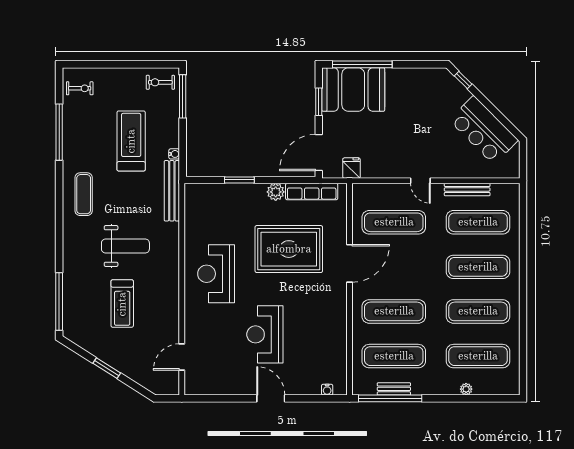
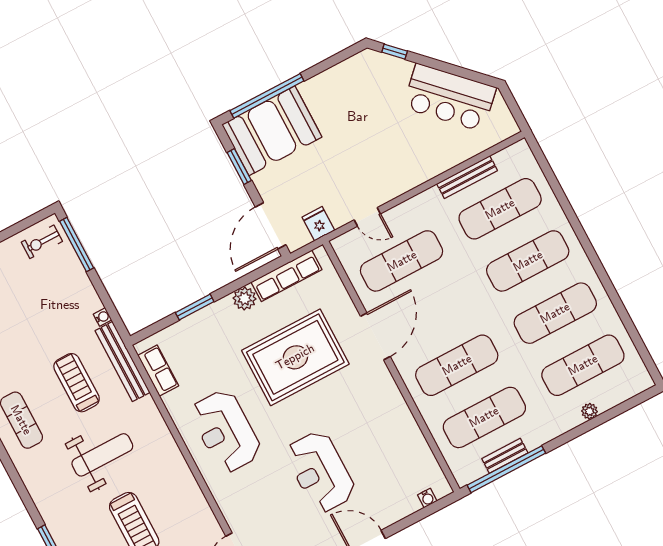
treadmill: (131, 141) -> (77, 383), moved, width x0.73, depth x0.73
door: (420, 181) -> (367, 217), moved
row of seats: (193, 209) -> (158, 371), added

